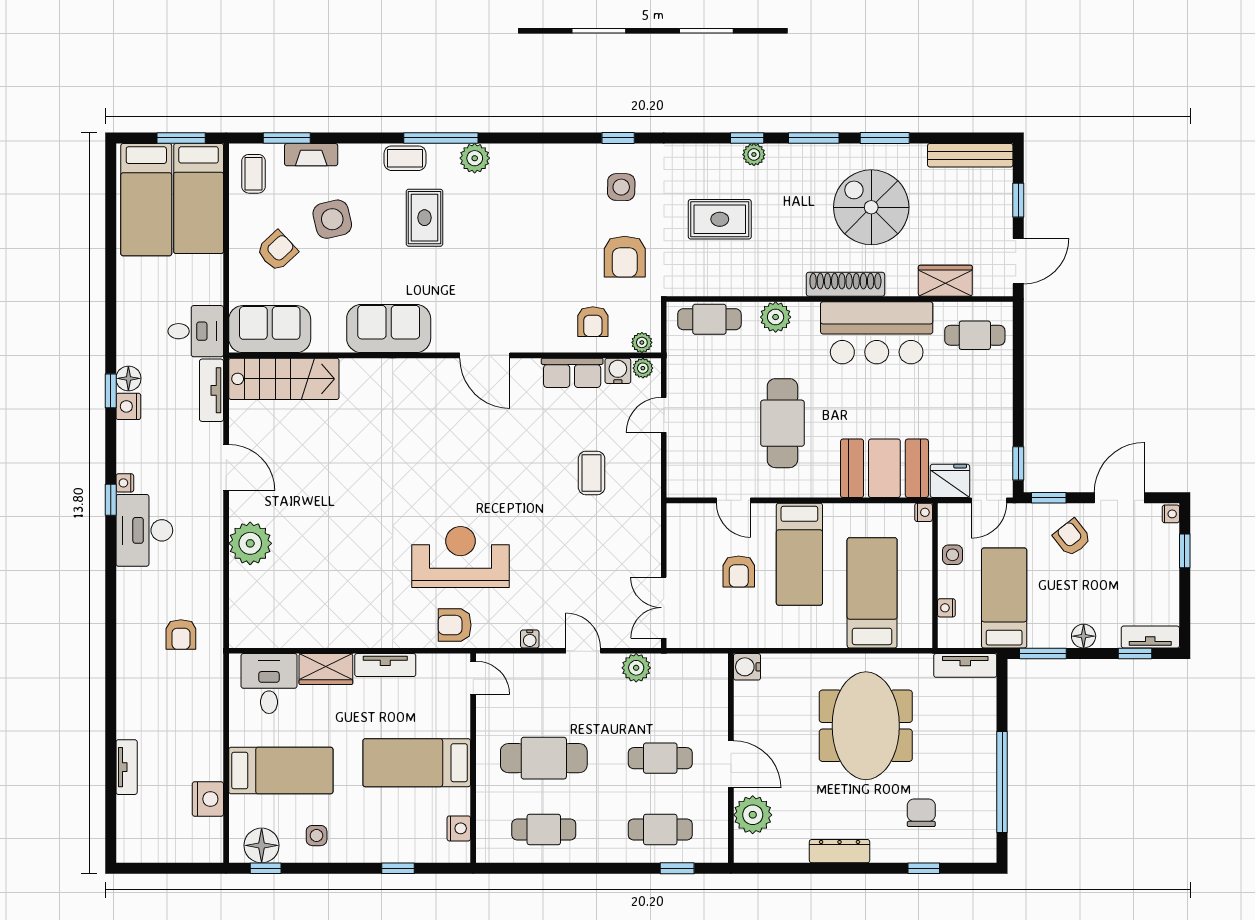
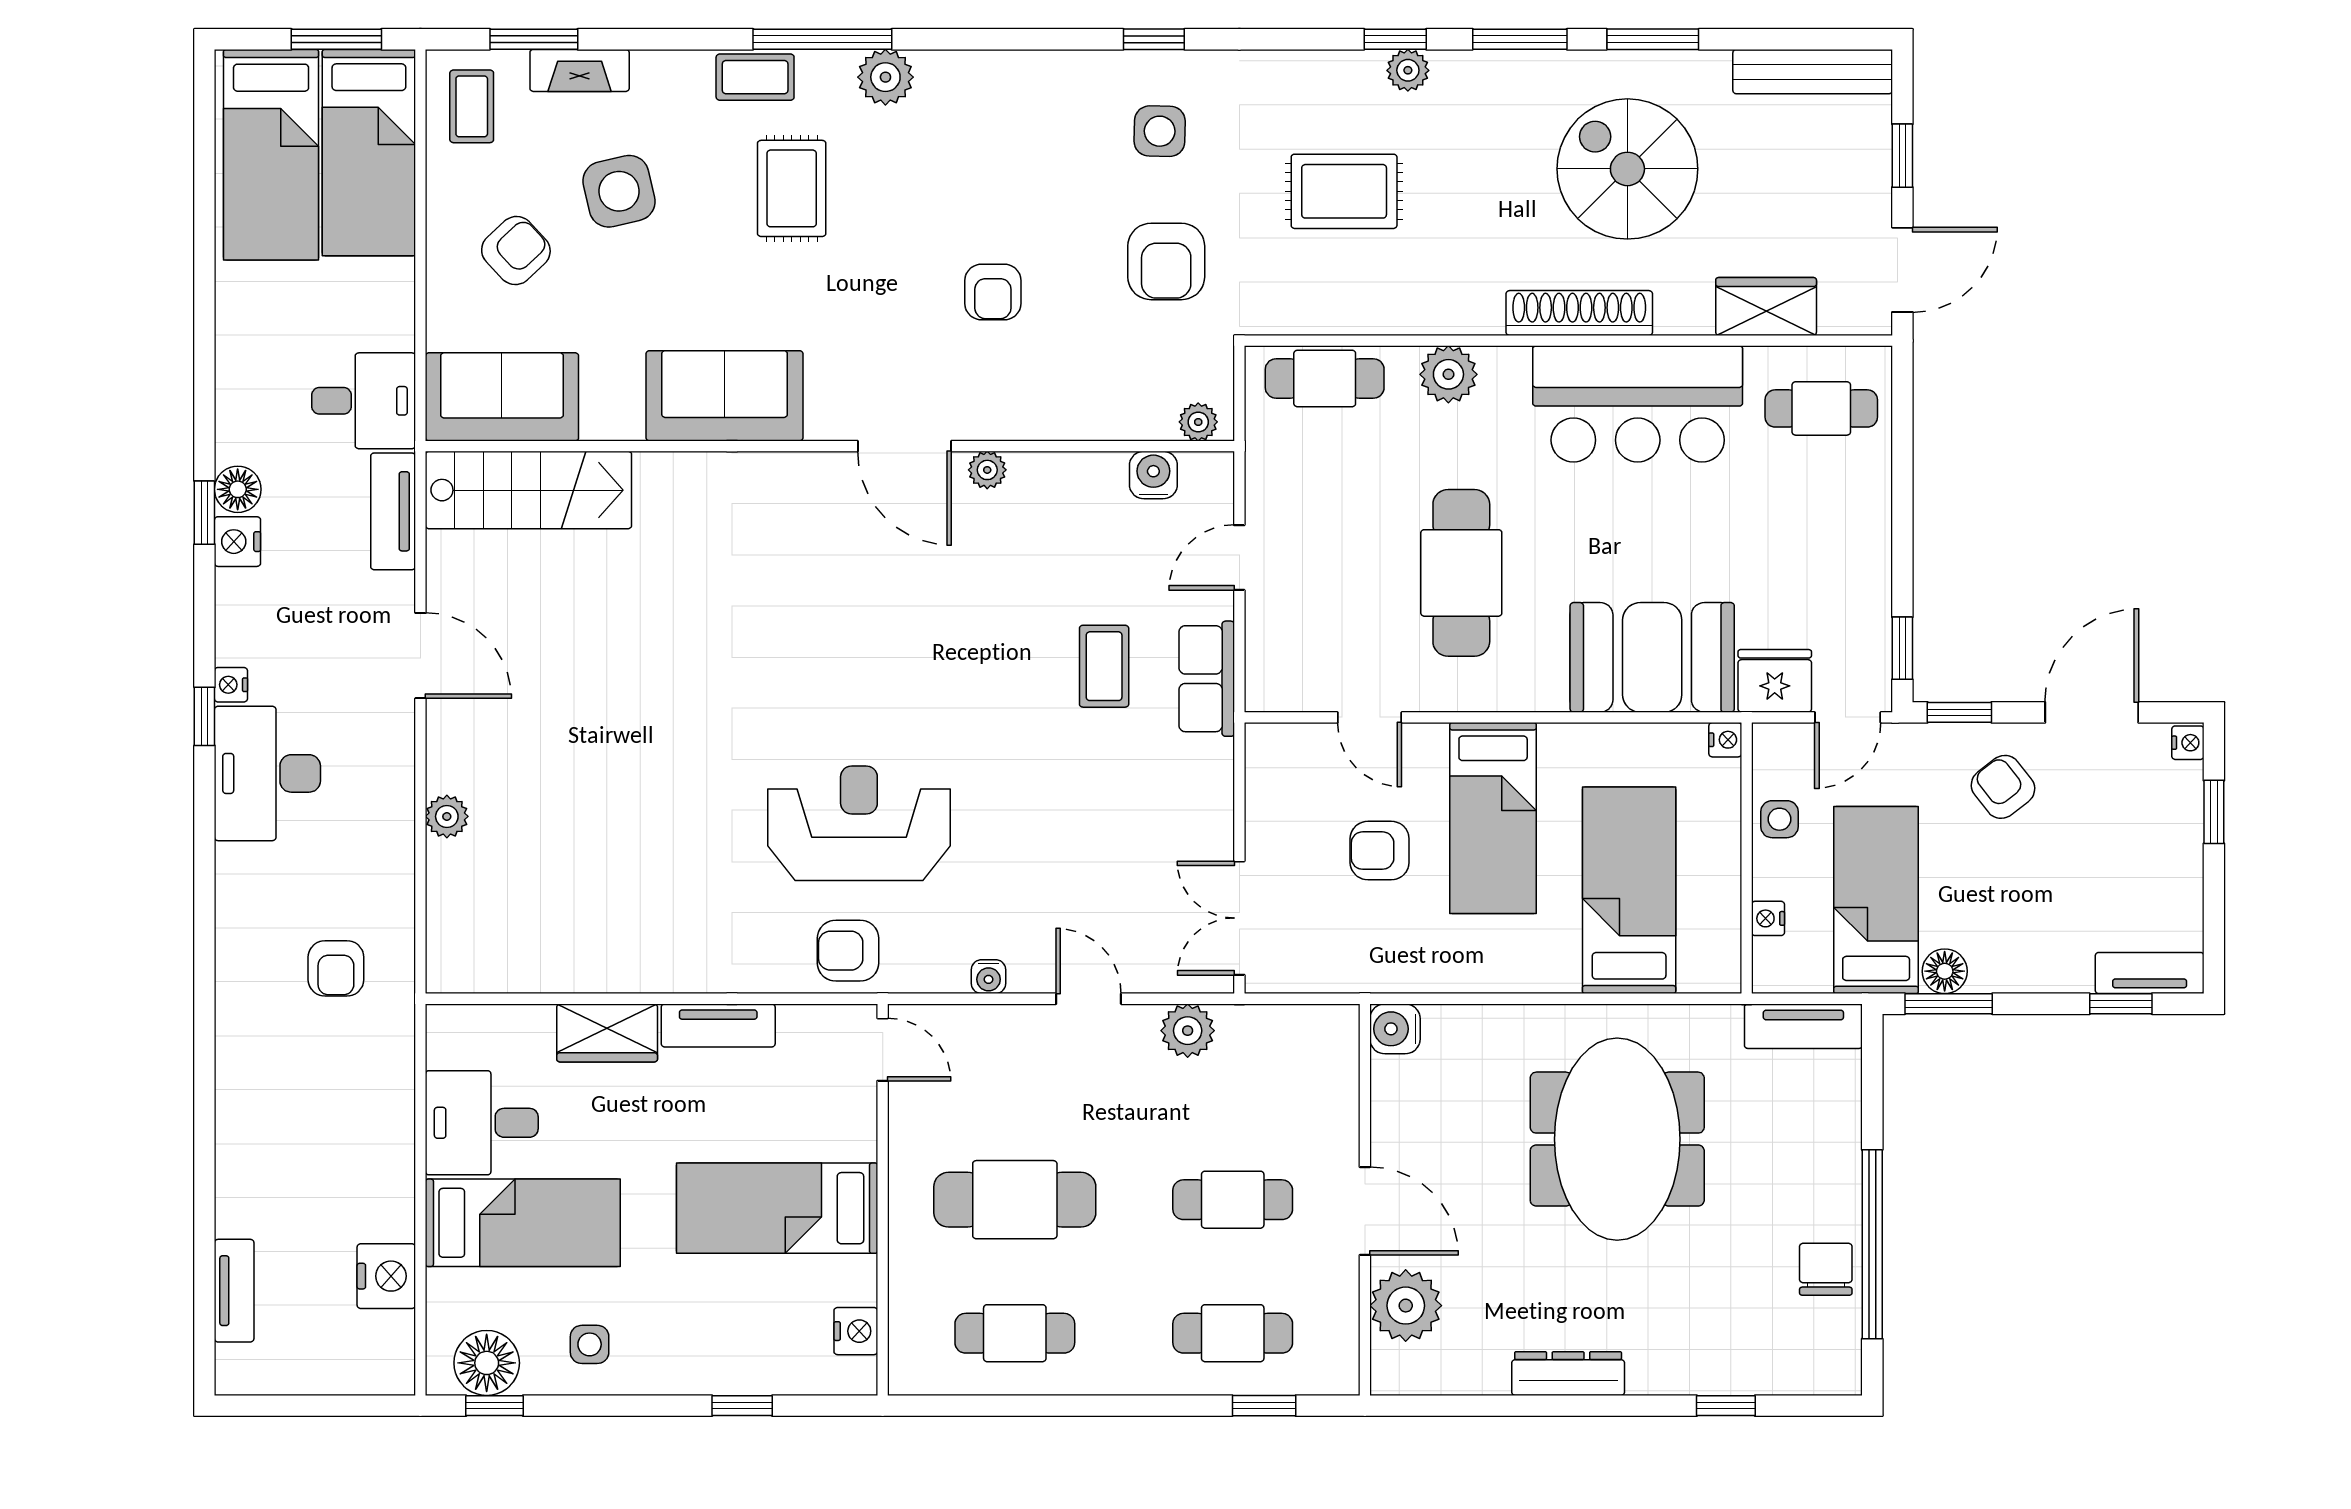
armchair: (593, 322) -> (993, 292), moved
plant: (643, 368) -> (987, 470), moved
row of seats: (572, 373) -> (1207, 679), moved, turned 90
plant: (250, 543) -> (447, 816), width x0.53, depth x0.53
armchair: (739, 572) -> (1380, 851), turned 90
floor lamp: (1084, 636) -> (1945, 971), moved
desk: (269, 684) -> (482, 1123), moved, turned -90
tv unit: (127, 767) -> (234, 1291), moved
chair: (921, 813) -> (1826, 1269), moved

